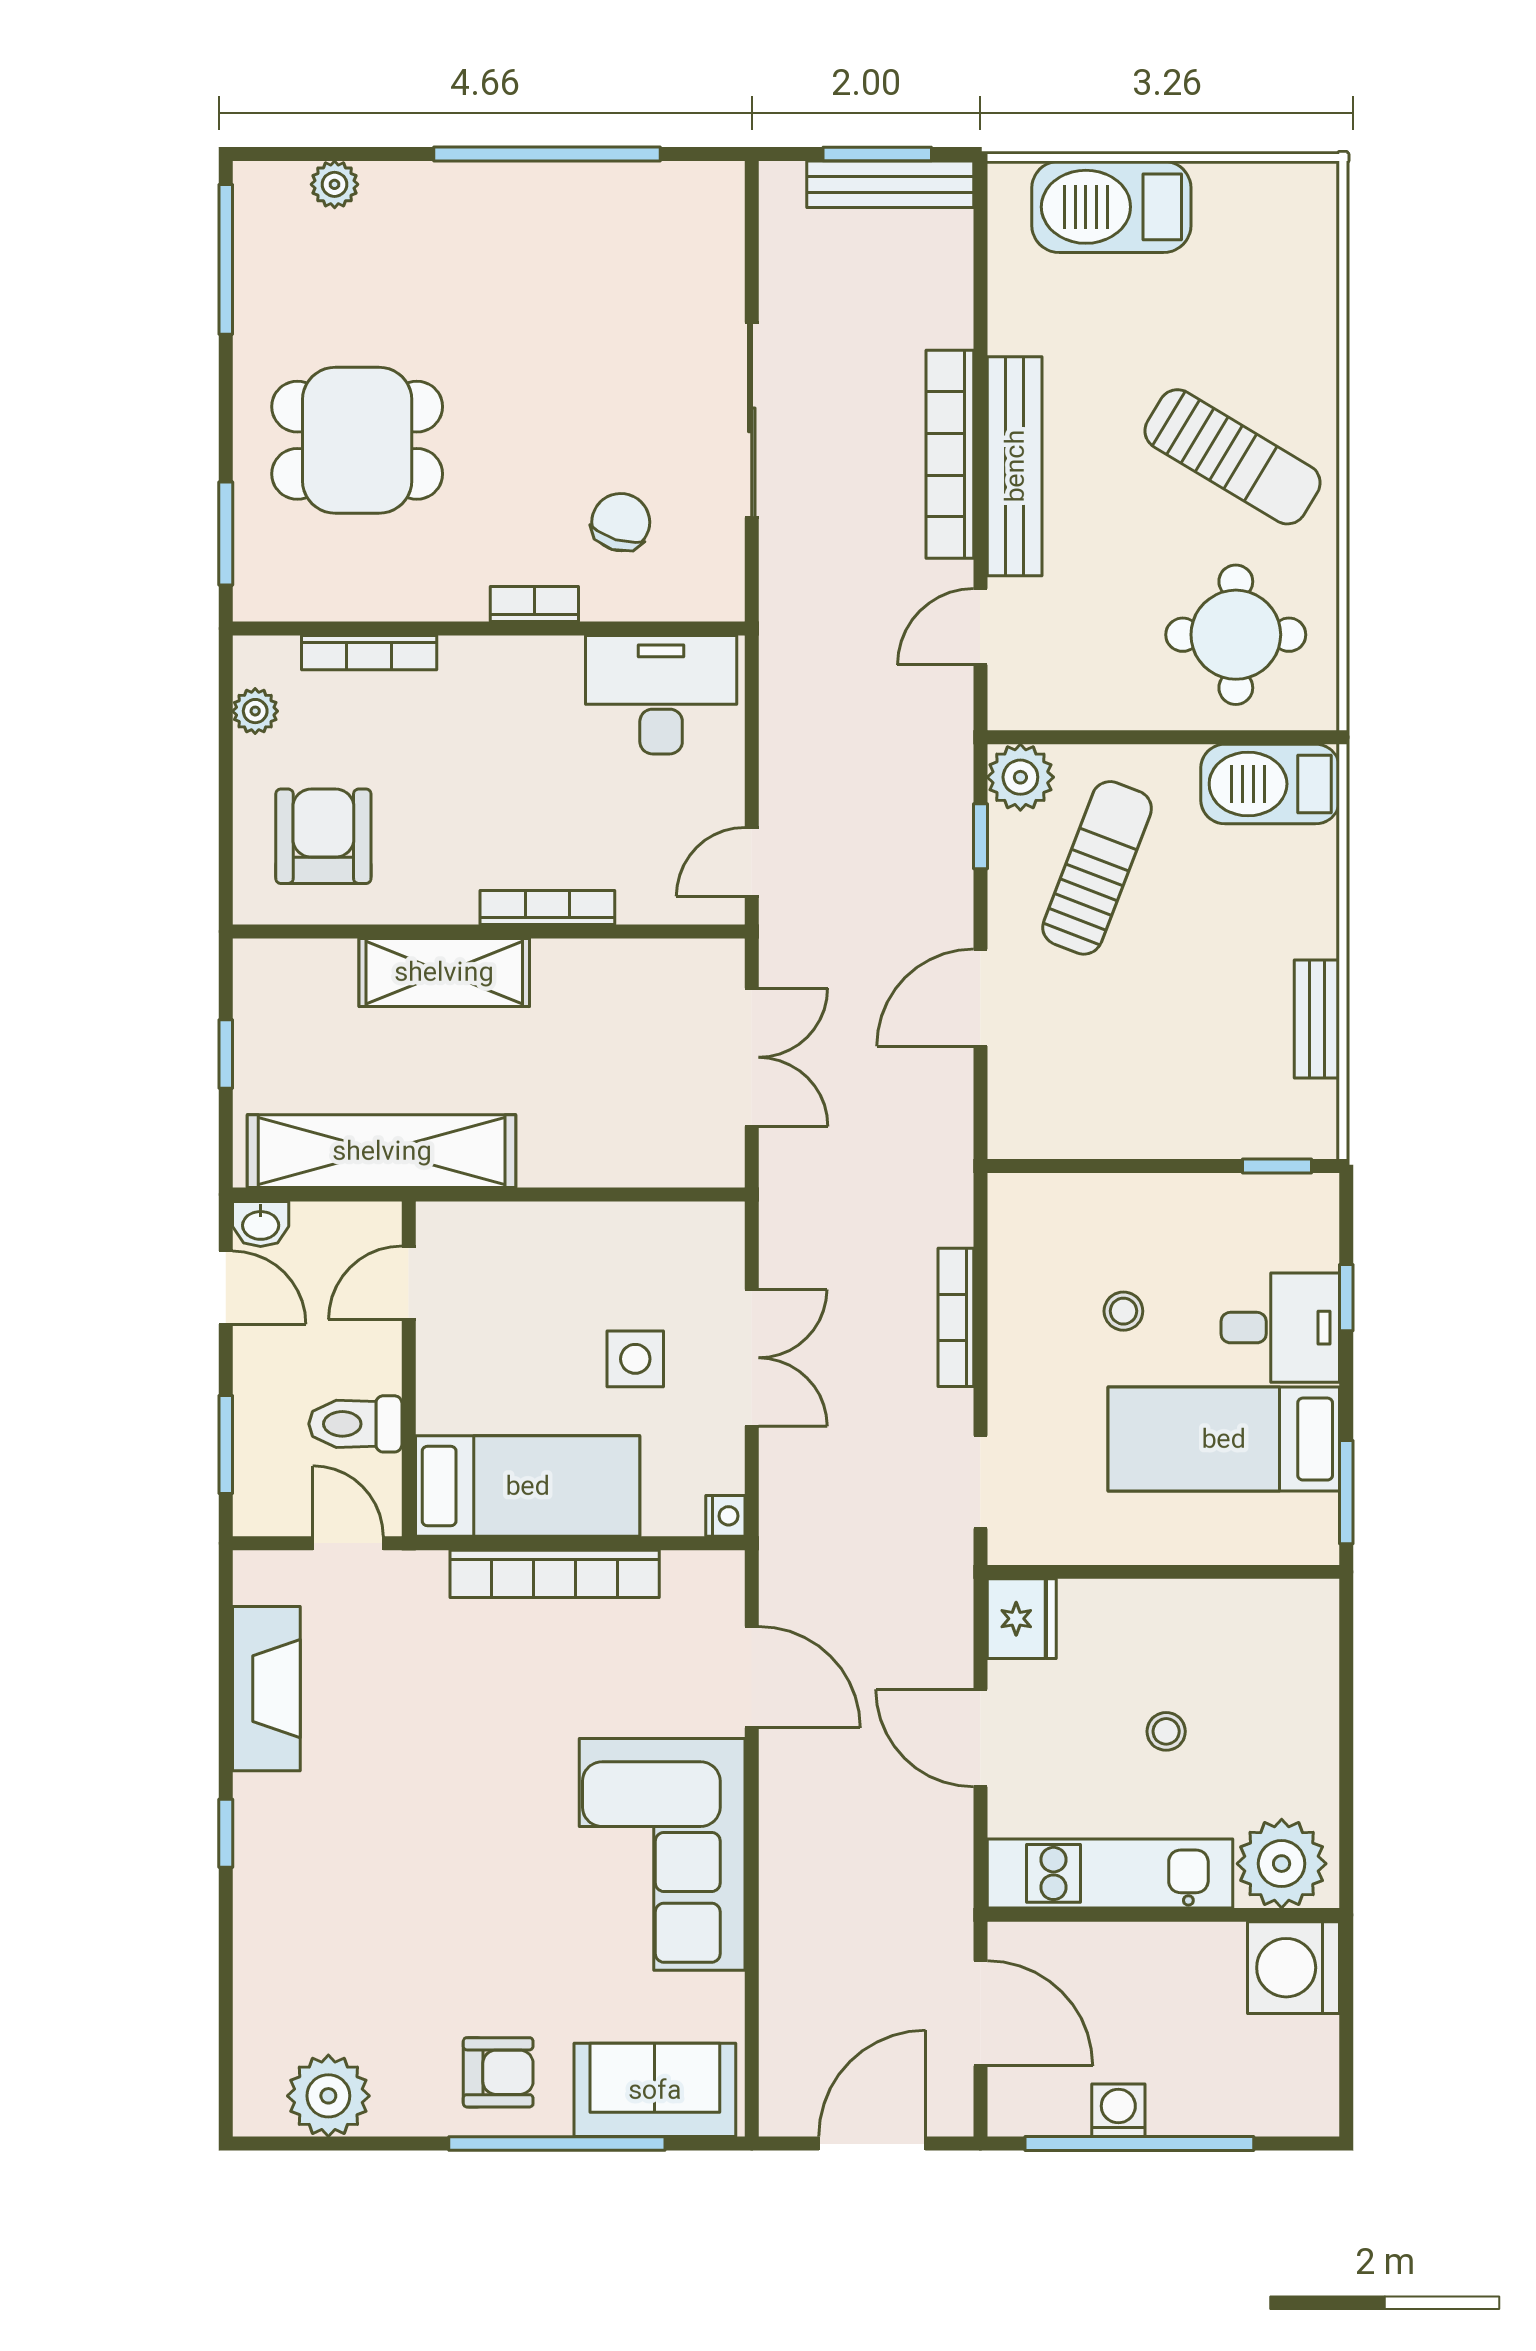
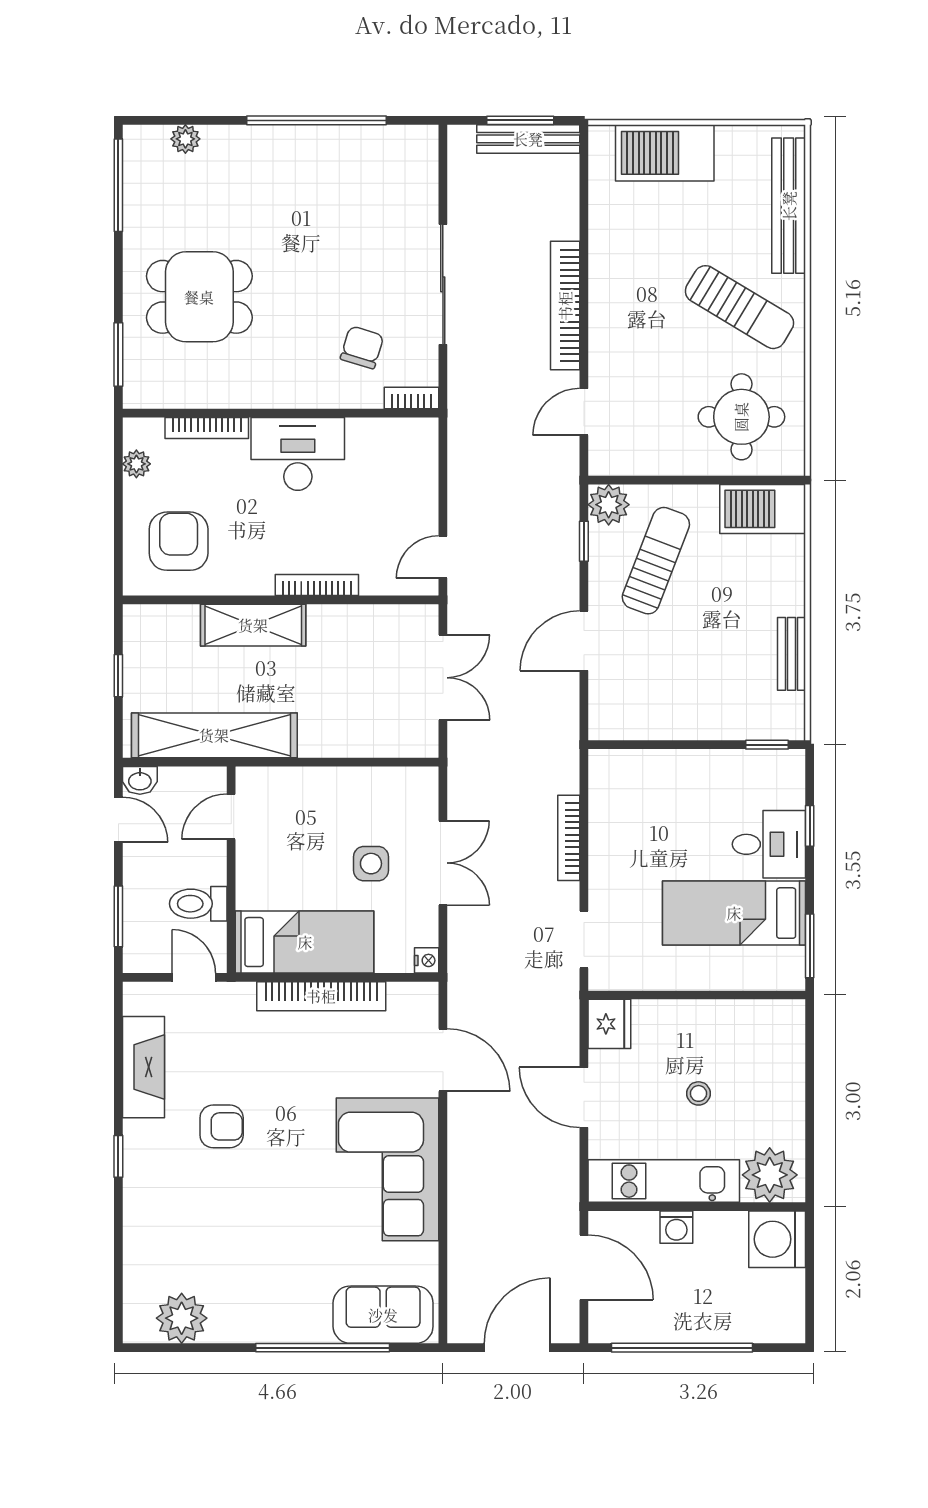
bench: (1015, 466) -> (789, 206), moved
bookcase: (534, 604) -> (411, 398), moved
desk: (661, 695) -> (298, 454), moved
stool: (1123, 1311) -> (672, 834), removed
armchair: (498, 2072) -> (222, 1126), moved
washing machine: (1118, 2110) -> (676, 1227), moved, turned 180

